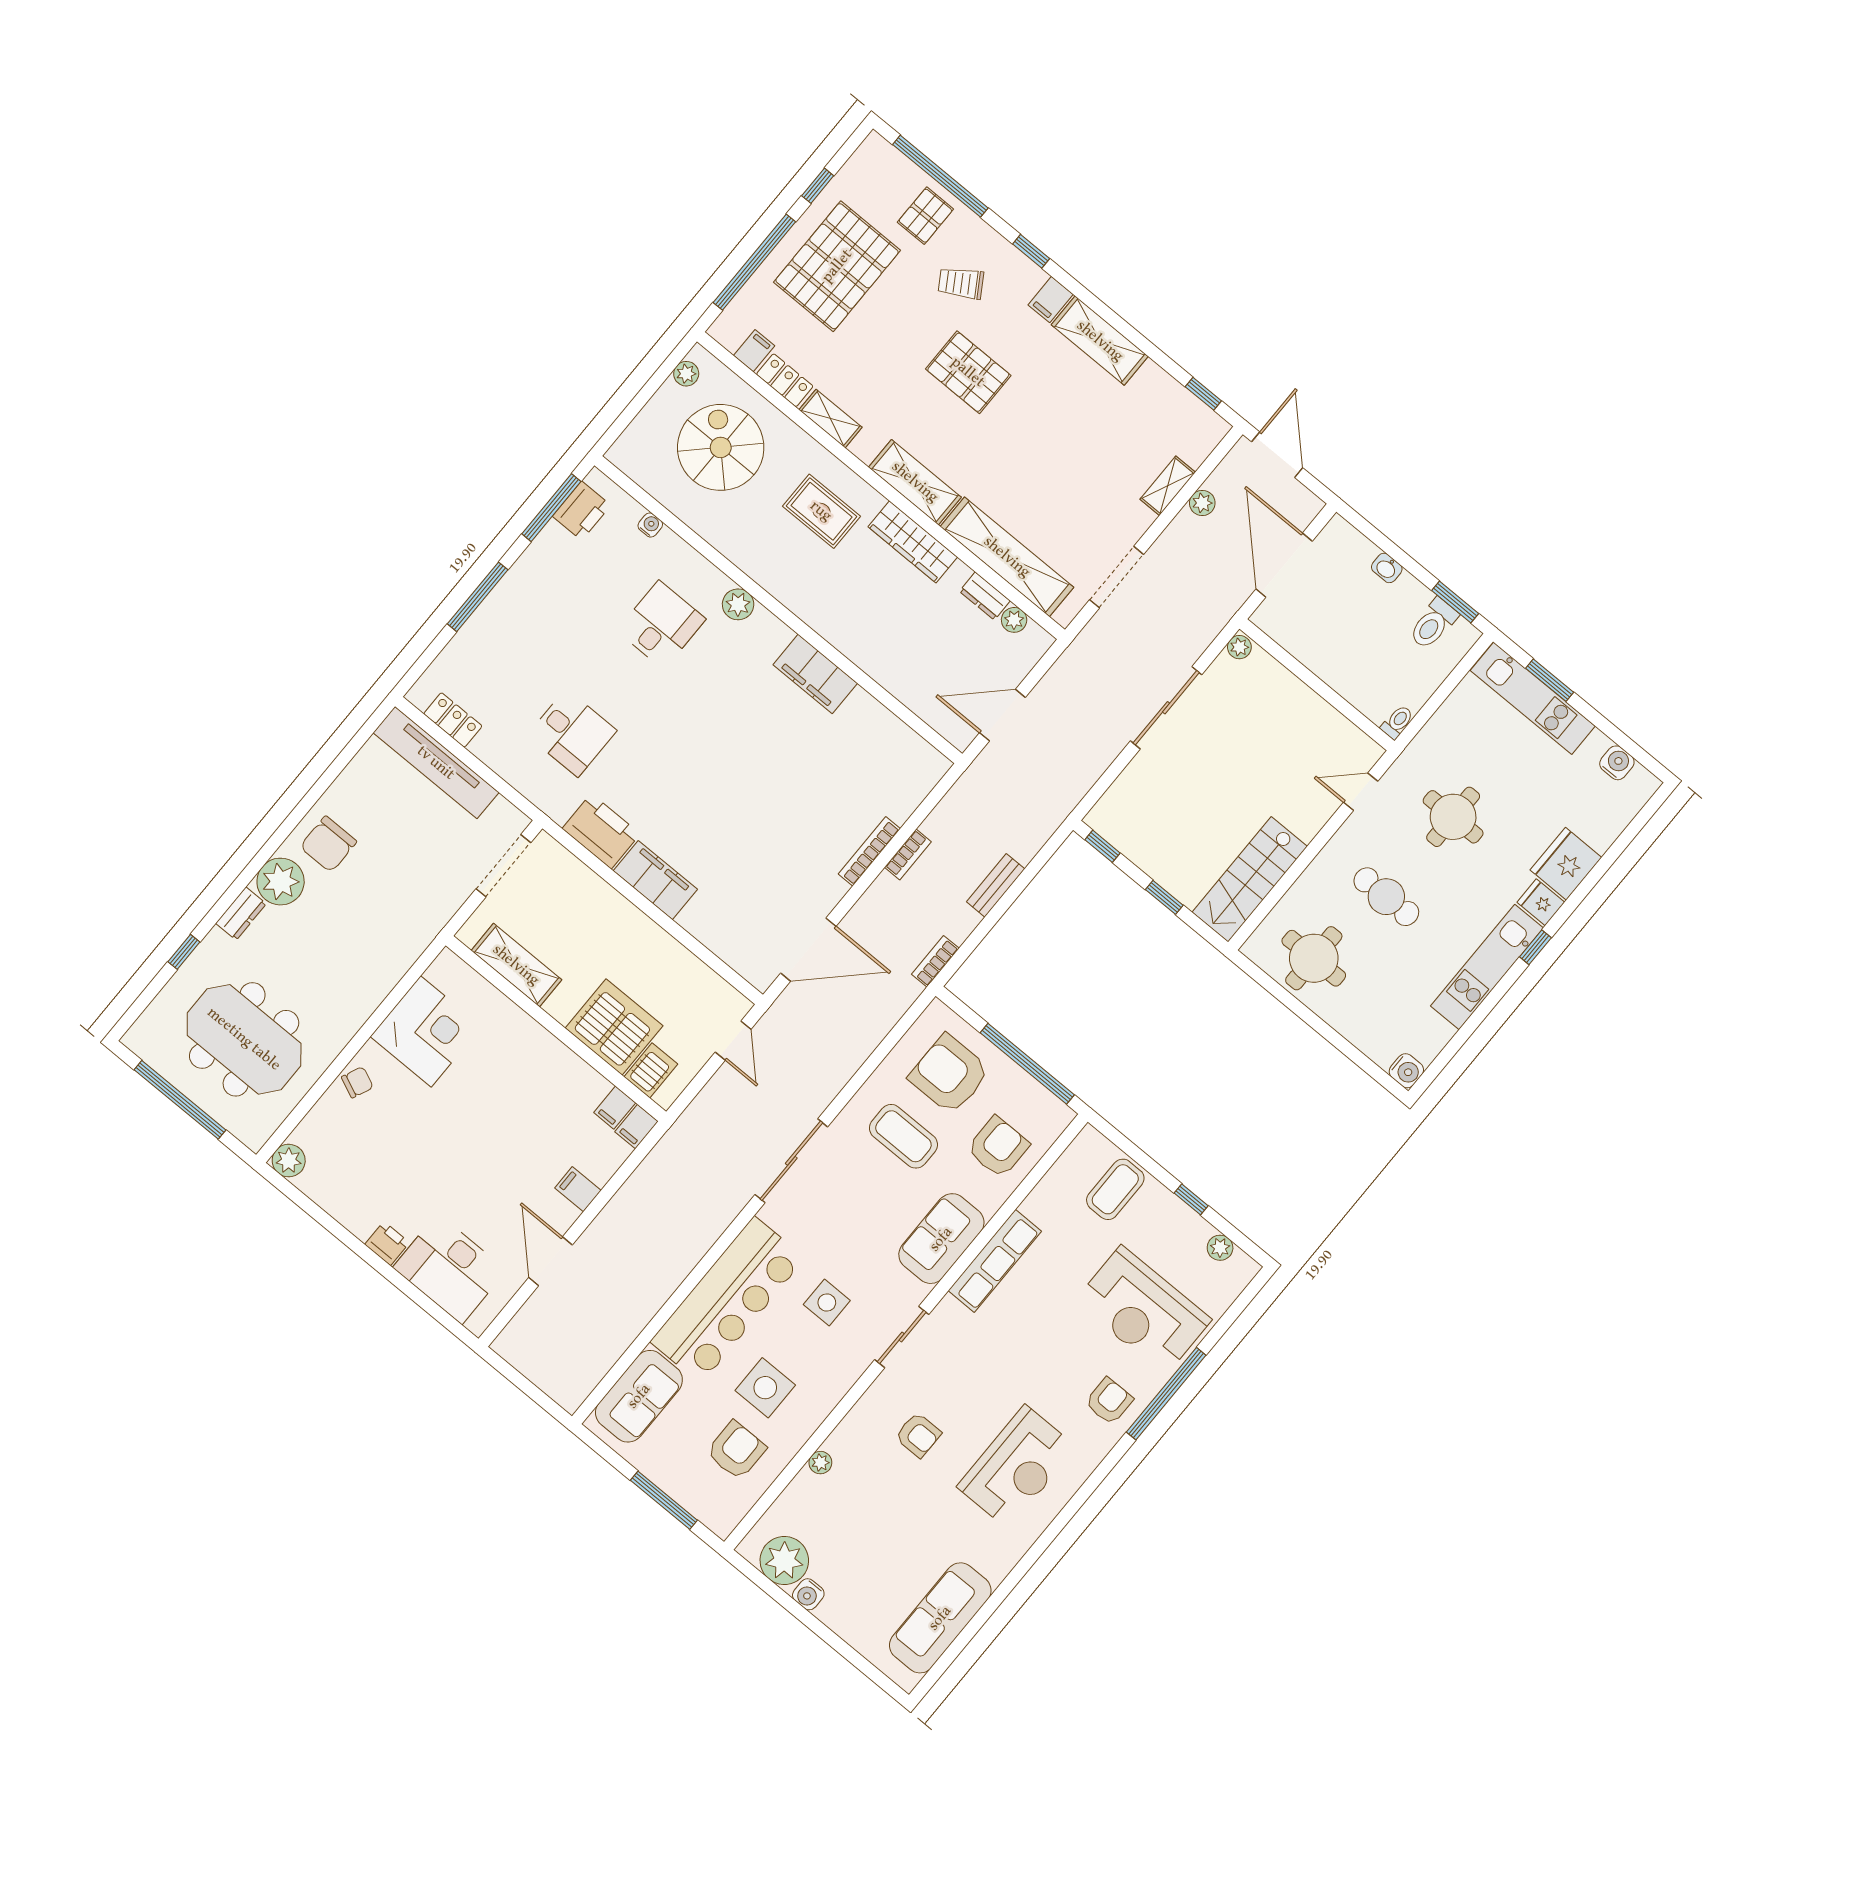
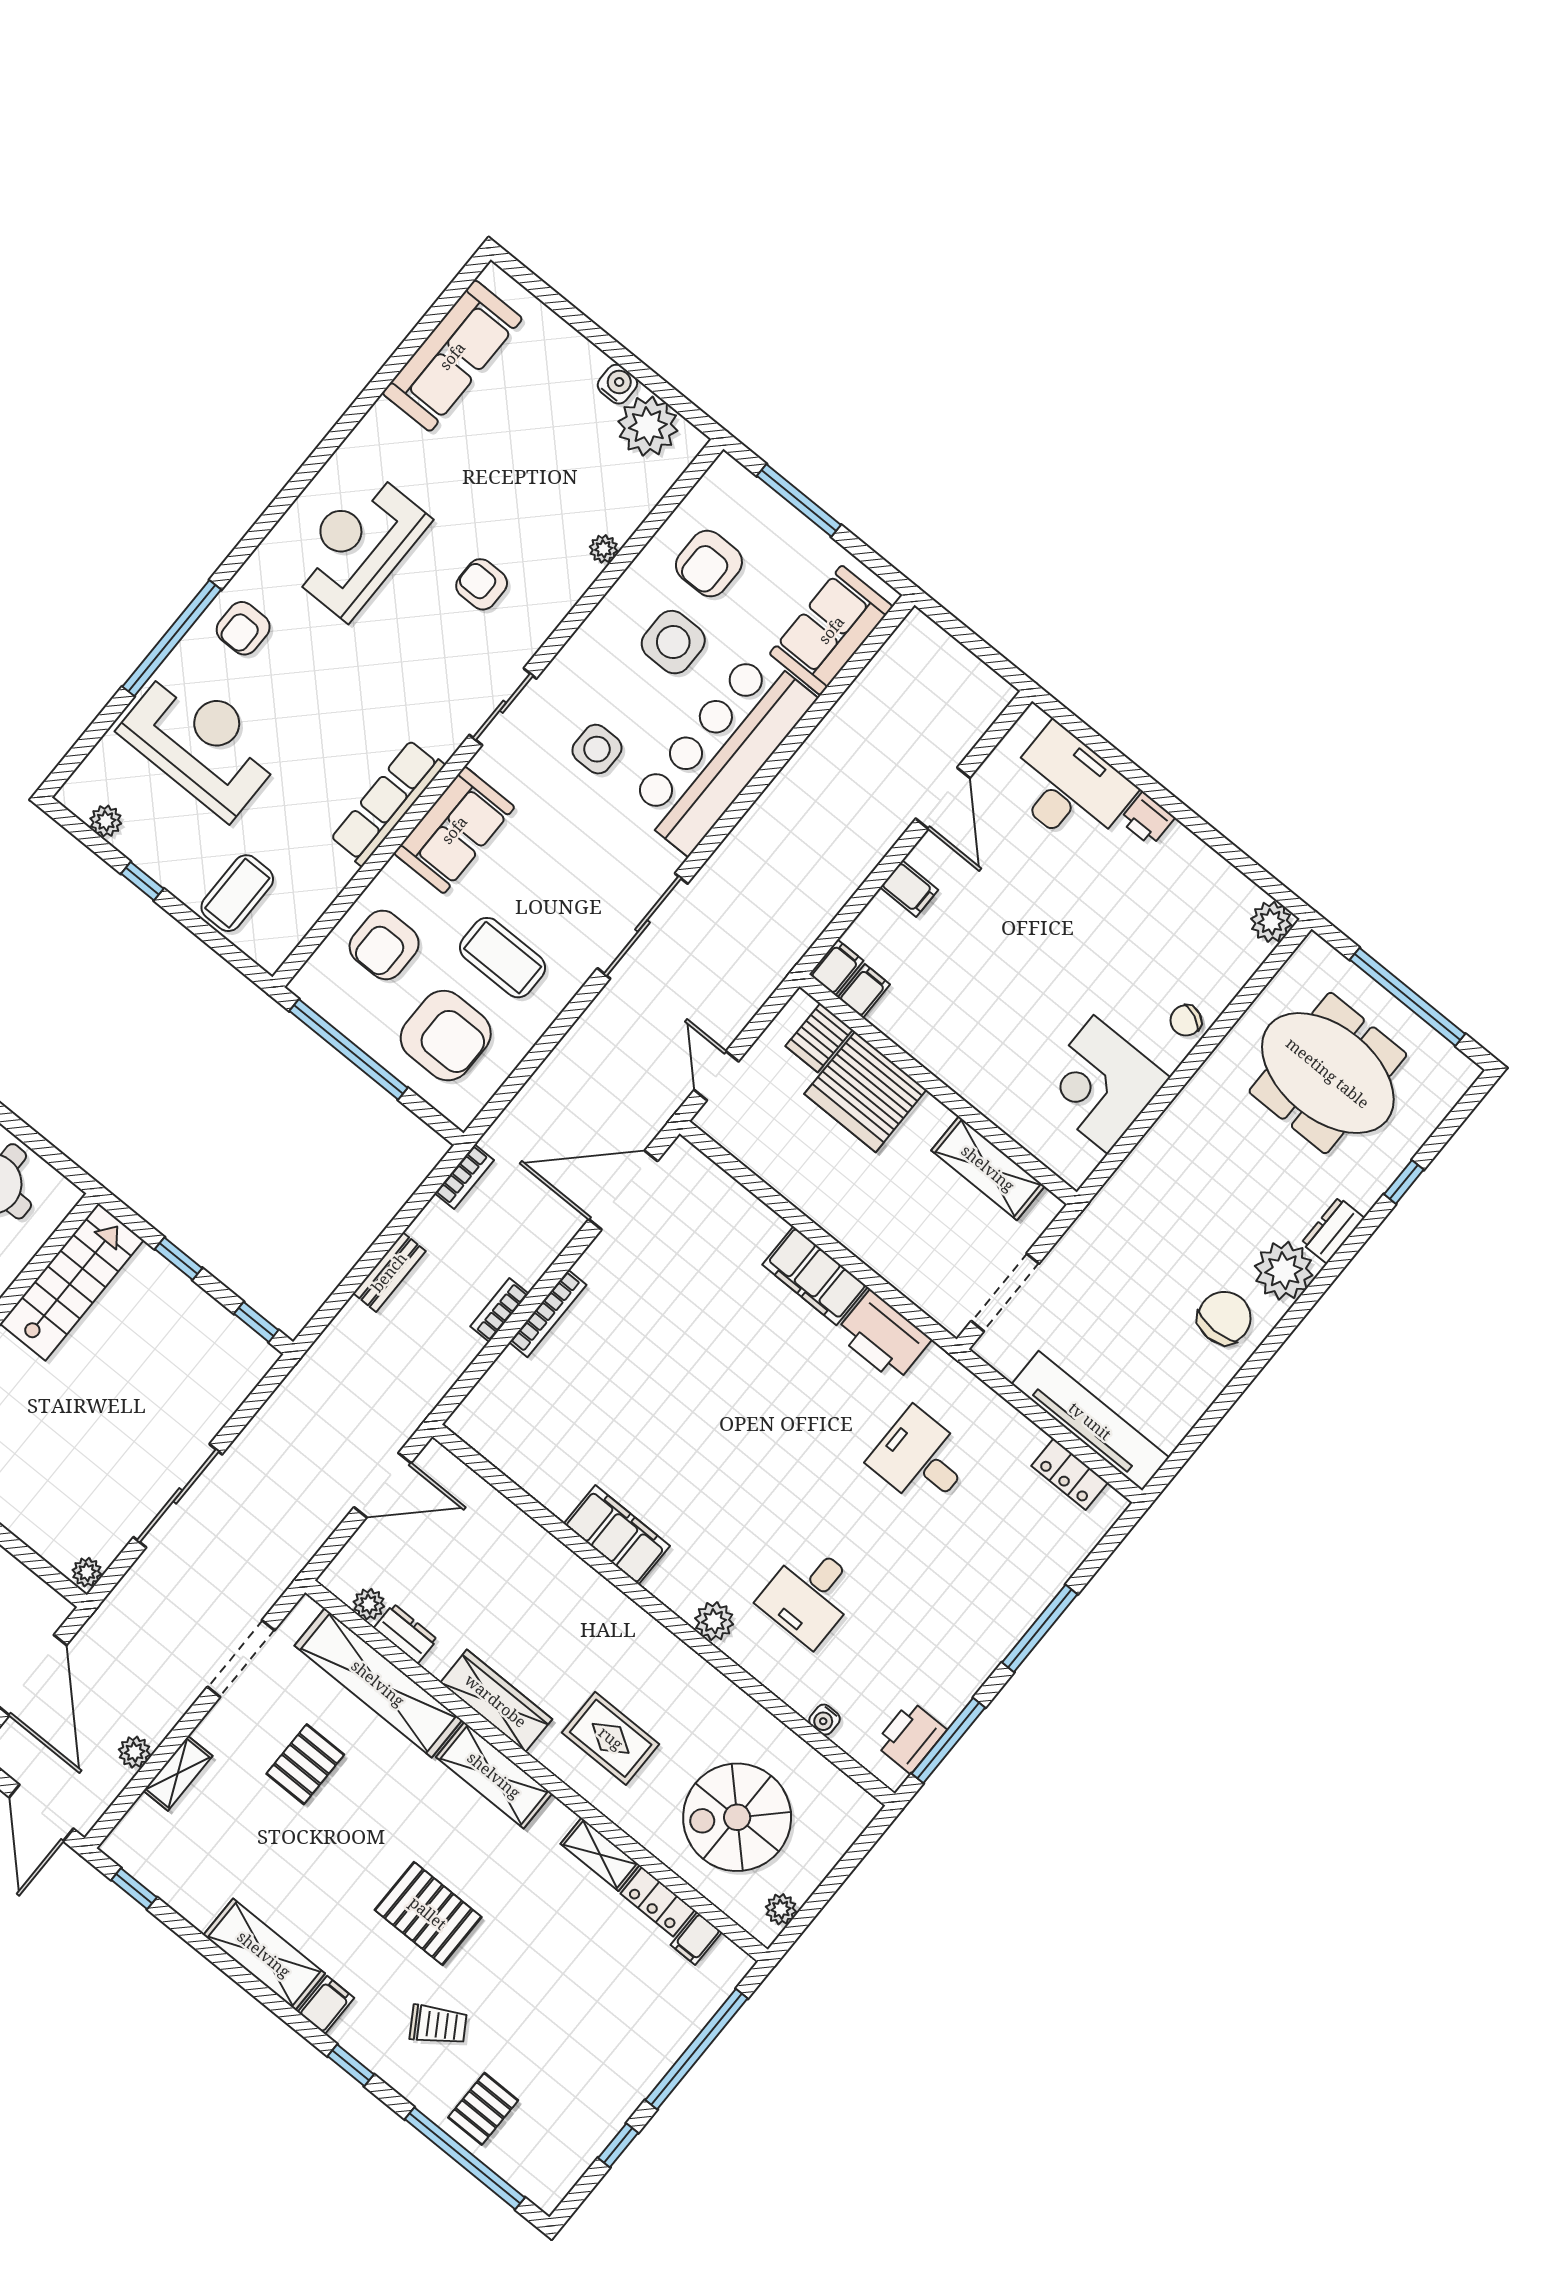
pallet: (837, 266) -> (305, 1764), moved, width x0.49, depth x0.50
spiral stairs: (721, 447) -> (737, 1817), turned 90

